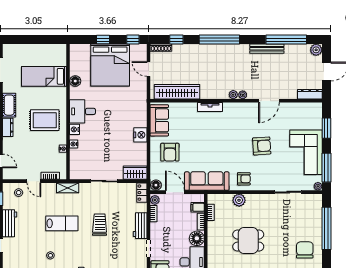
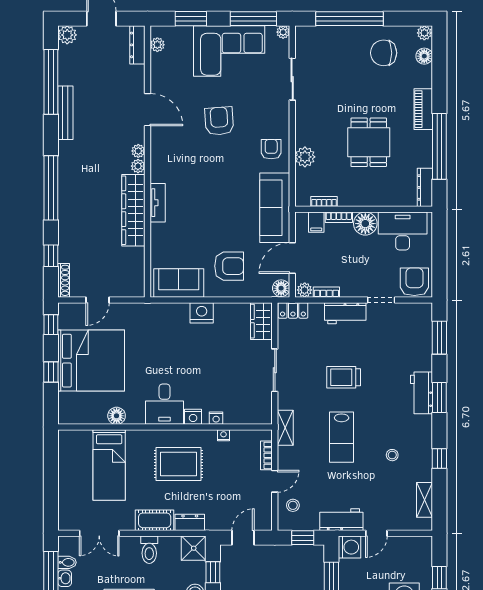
wardrobe: (177, 92) -> (133, 210), moved
plant: (310, 107) -> (157, 45), added
rug: (45, 120) -> (178, 464), turned 90
lab bench: (62, 223) -> (342, 437), turned 180

